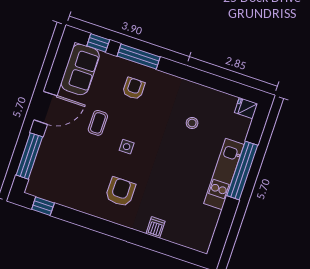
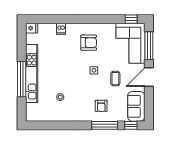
fridge: (246, 108) -> (32, 28), moved
corner sofa: (56, 169) -> (131, 43), added
kitchen unit: (224, 174) -> (32, 74), width x1.36
armchair: (120, 192) -> (89, 43), turned -90

